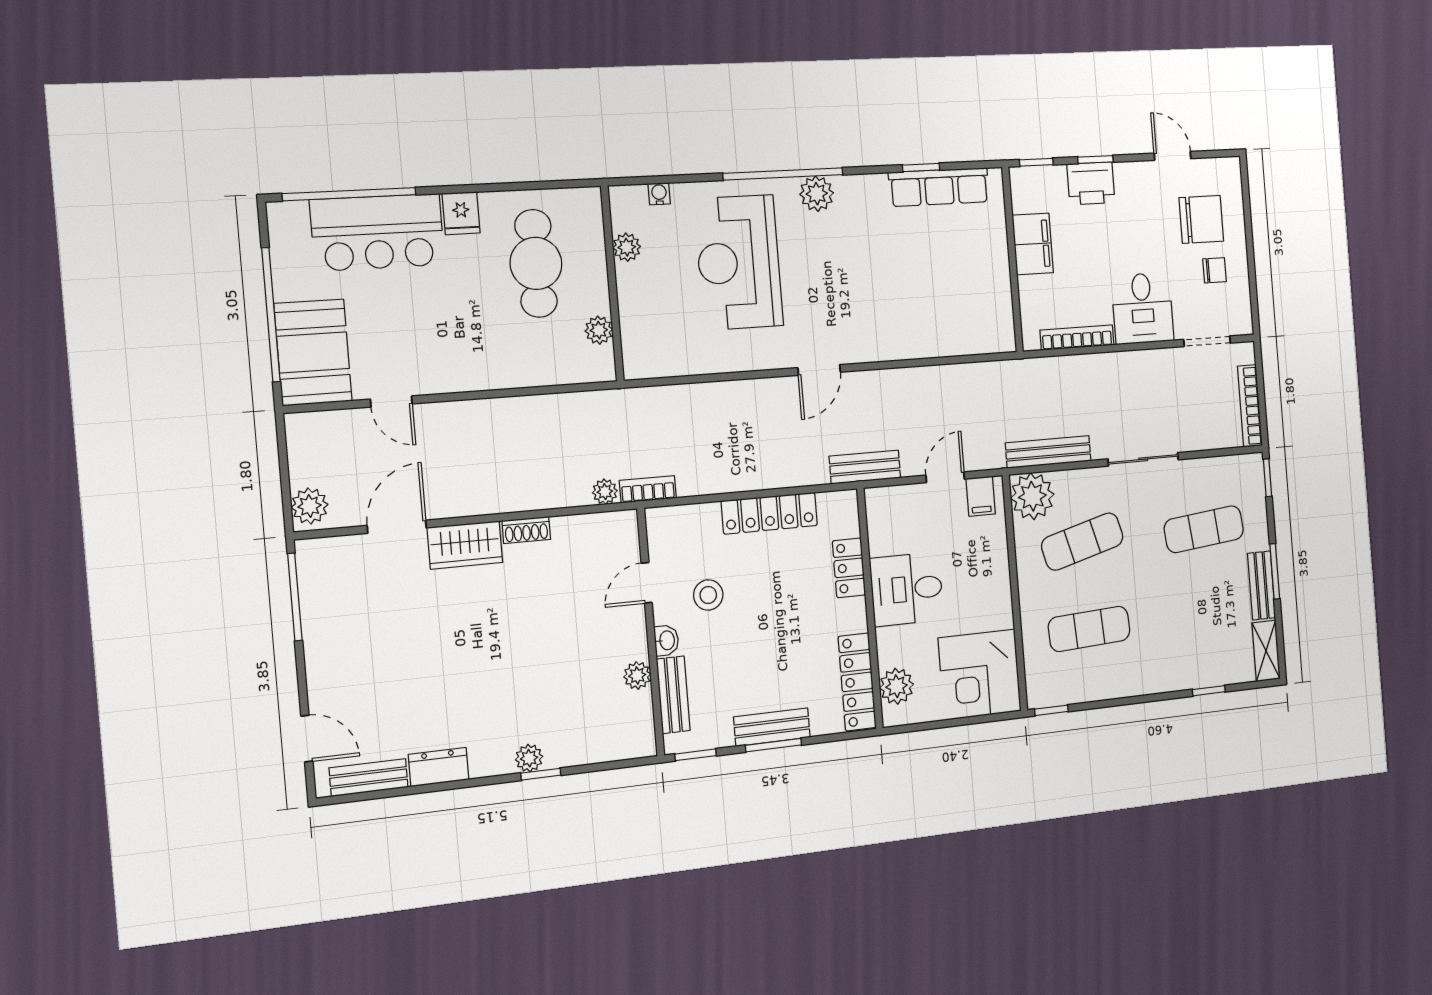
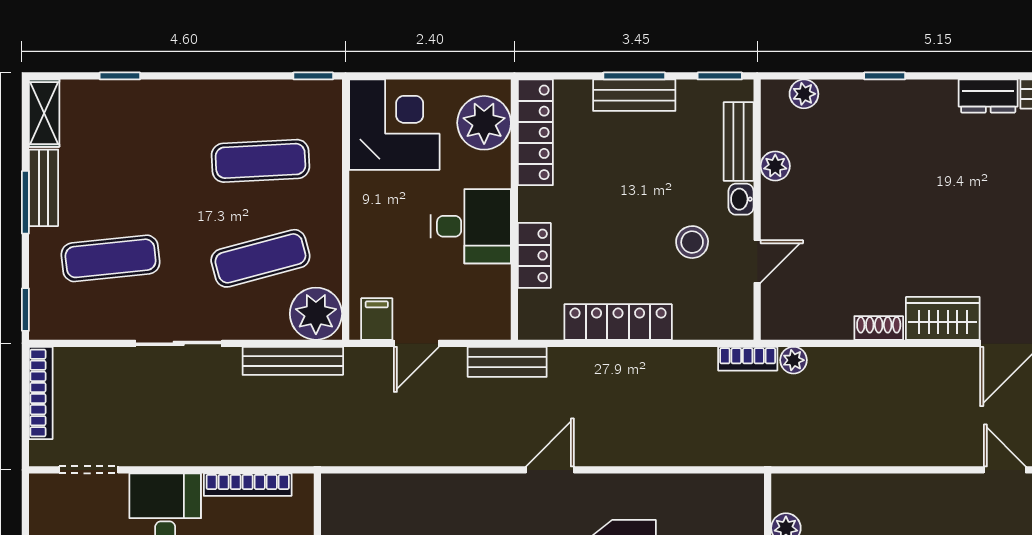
plant: (897, 686) -> (484, 123), width x1.36, depth x1.36
plant: (529, 758) -> (804, 94), moved

